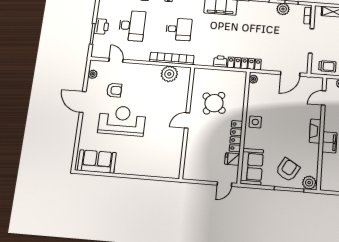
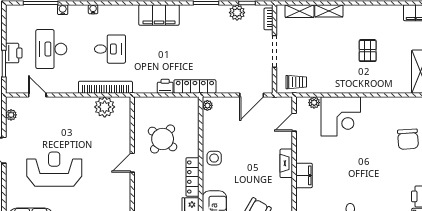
desk: (132, 26) -> (51, 49), turned 180
armchair: (114, 90) -> (40, 133), removed

